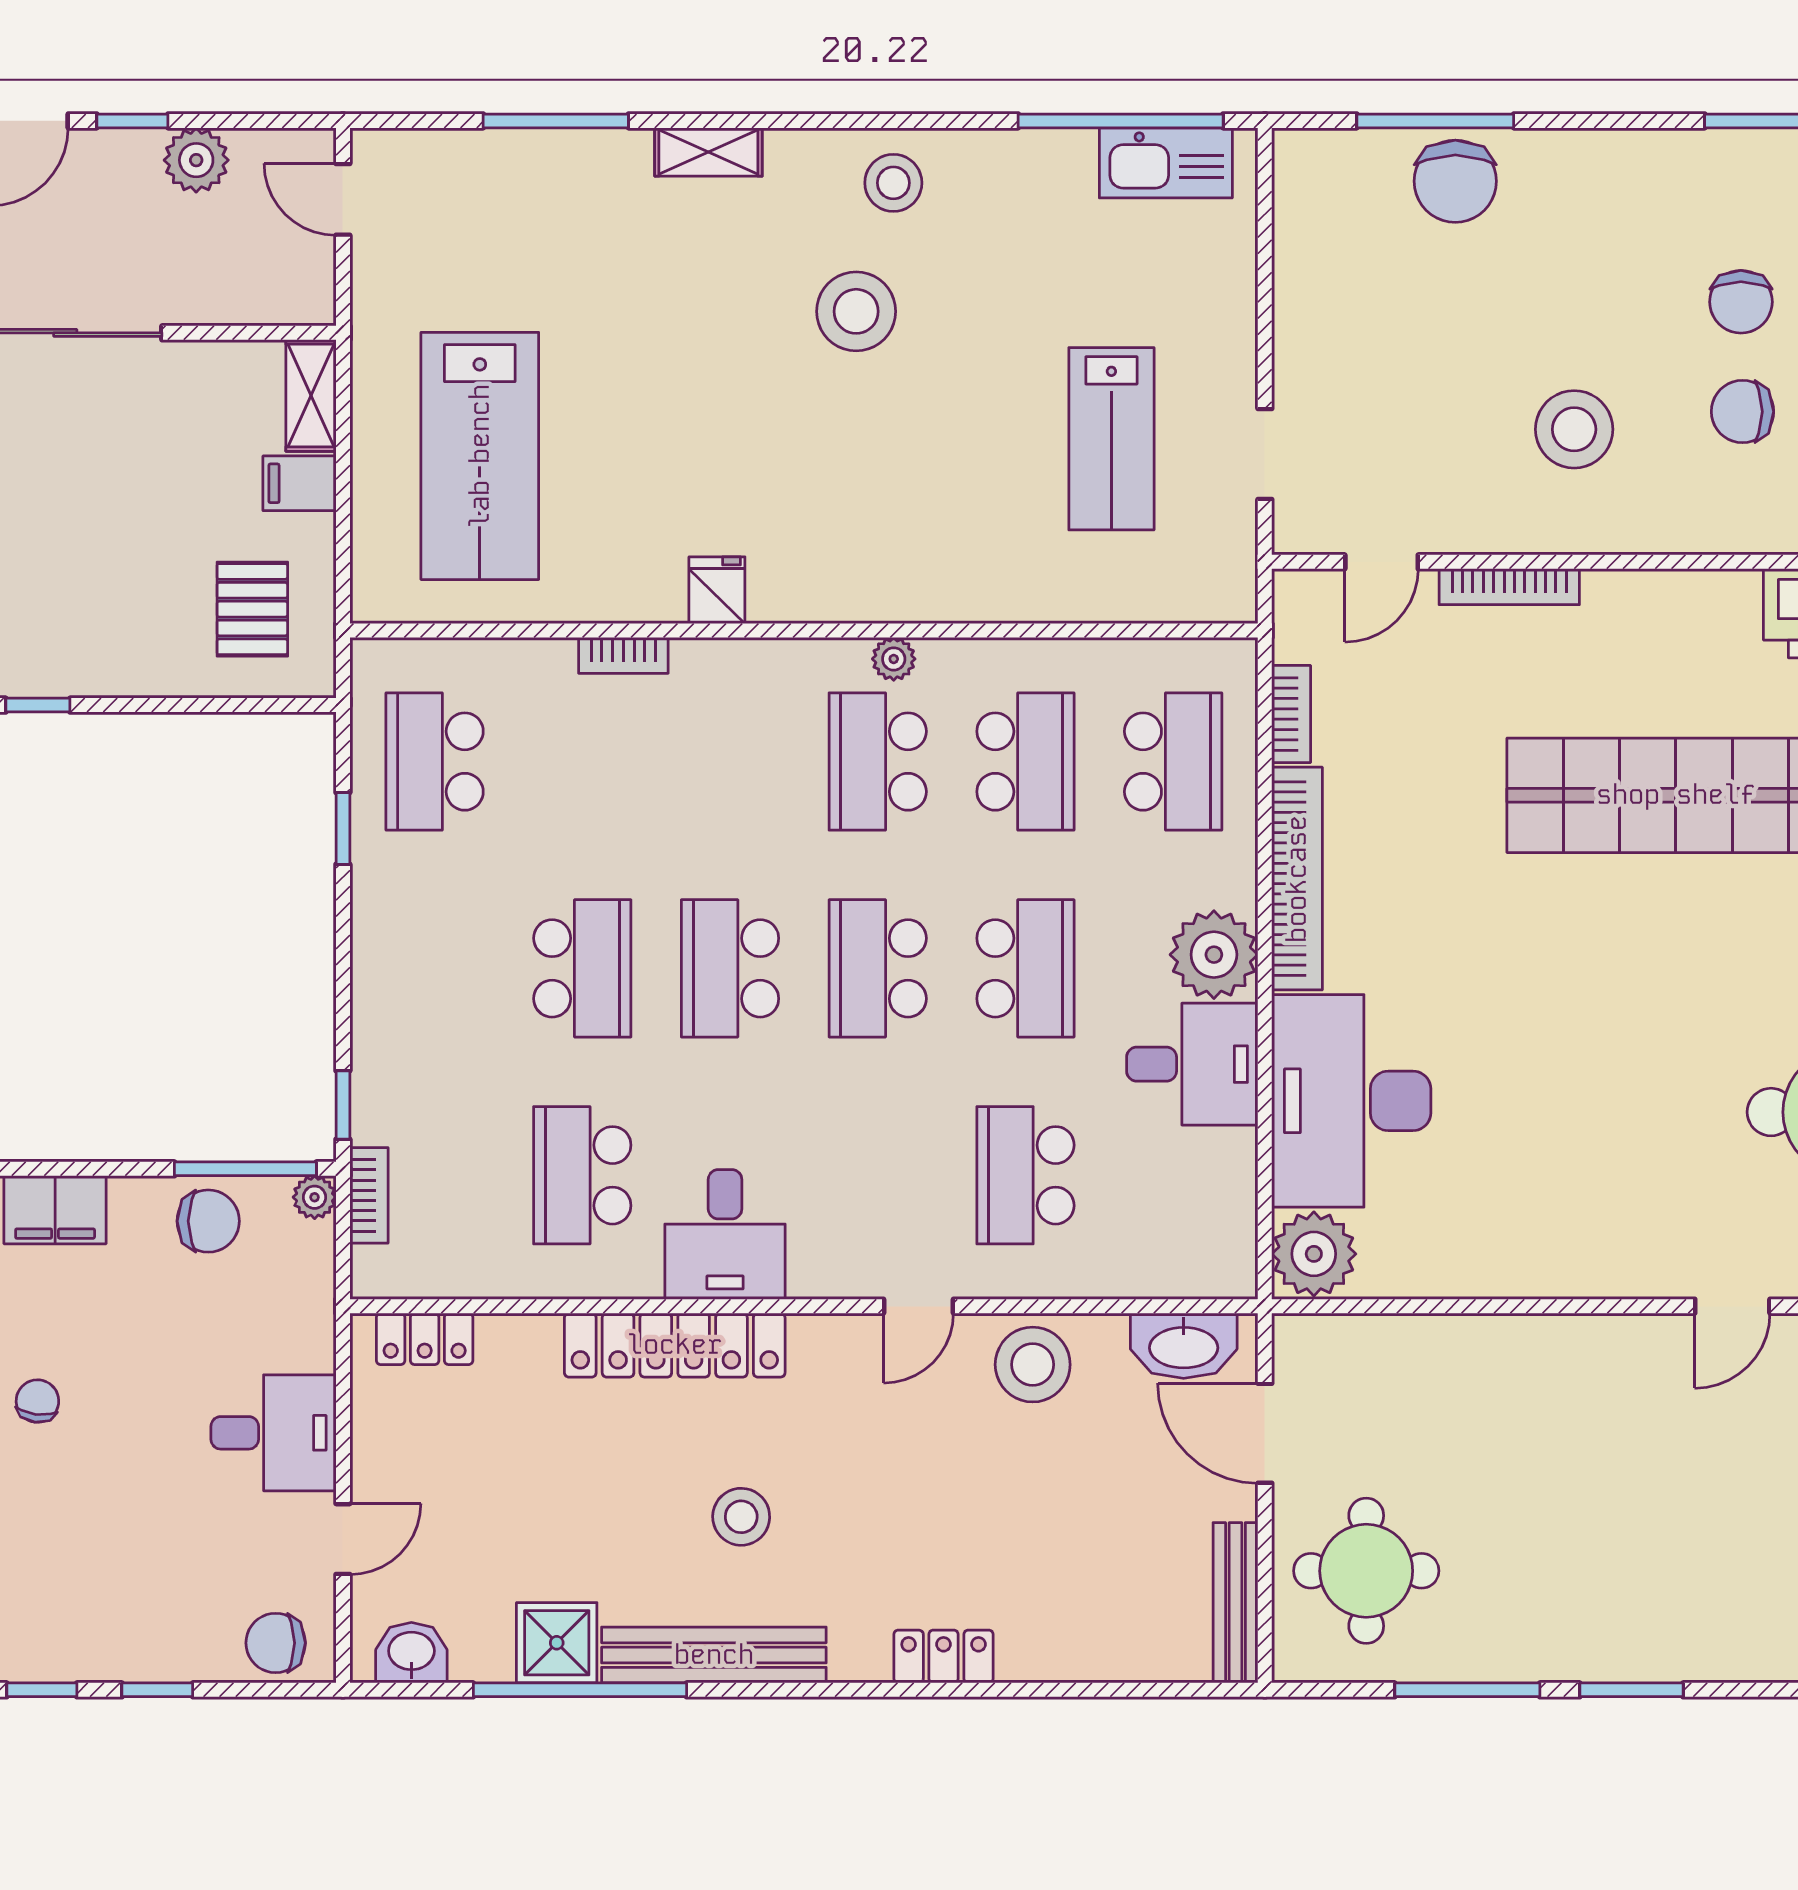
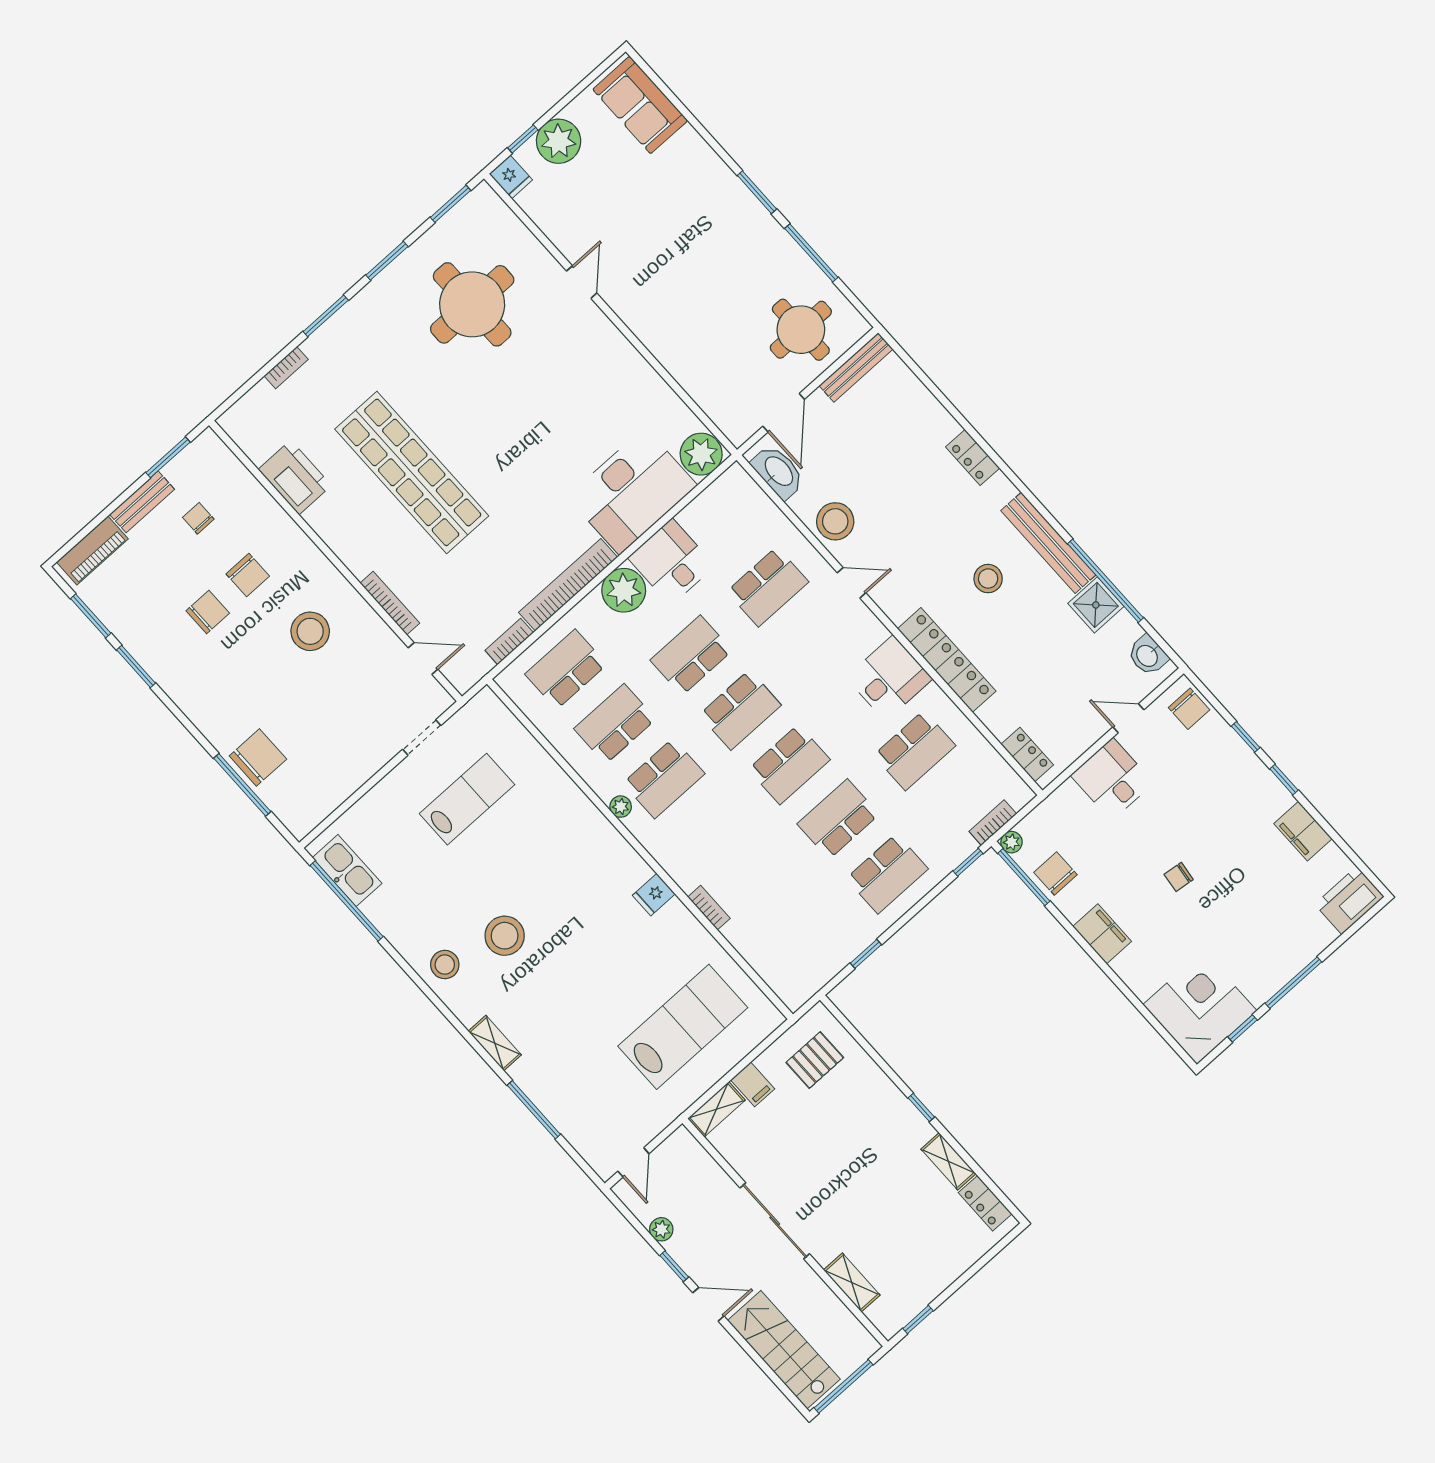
plant: (196, 160) -> (661, 1229), width x0.73, depth x0.73
school desk: (435, 762) -> (887, 874), moved
door: (1732, 1306) -> (582, 282), hinge flipped

